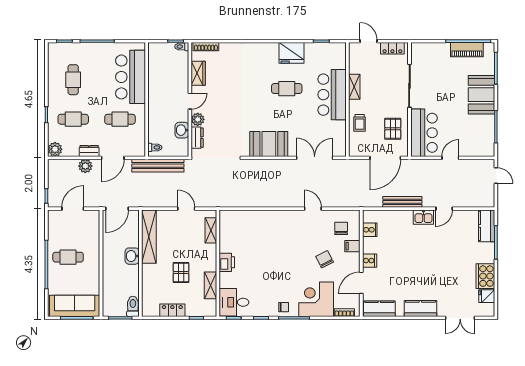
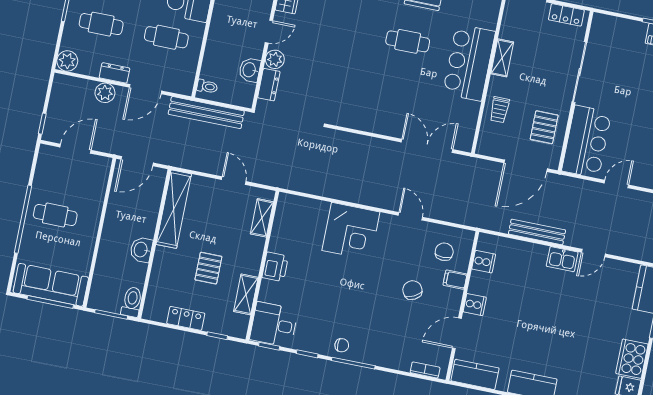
booth: (269, 144) -> (367, 114), removed
washbasin: (132, 256) -> (141, 250), moved
corner desk: (316, 299) -> (351, 231), moved, turned 180

